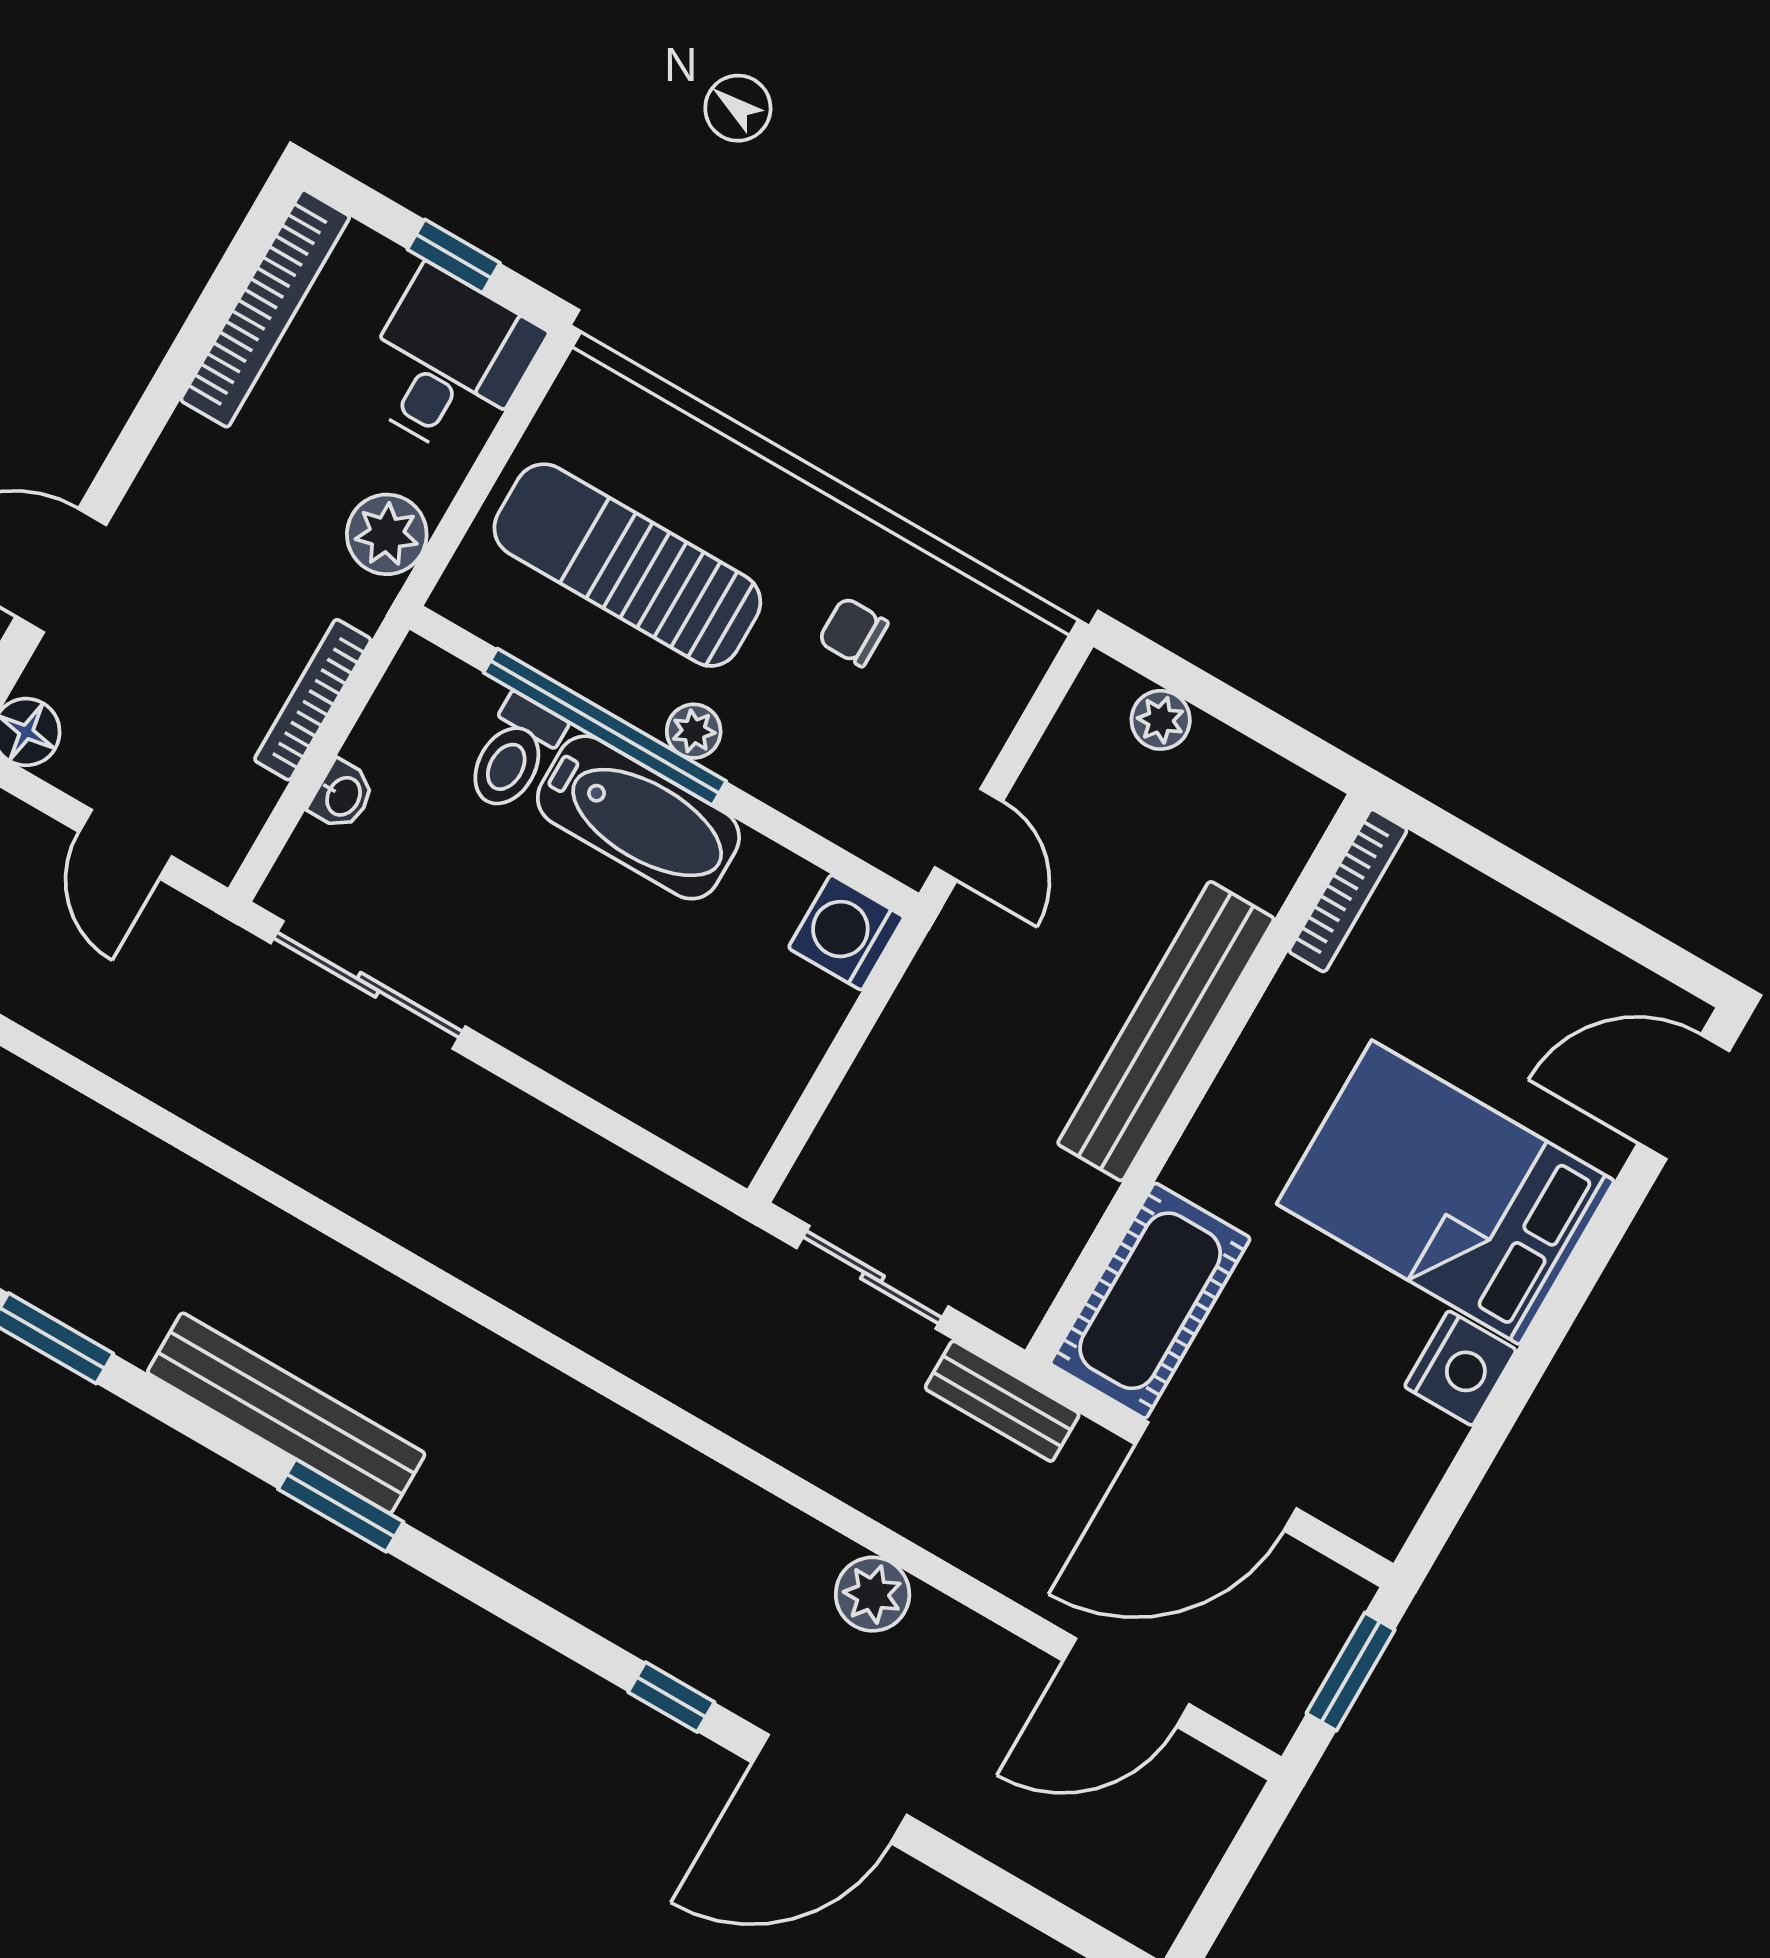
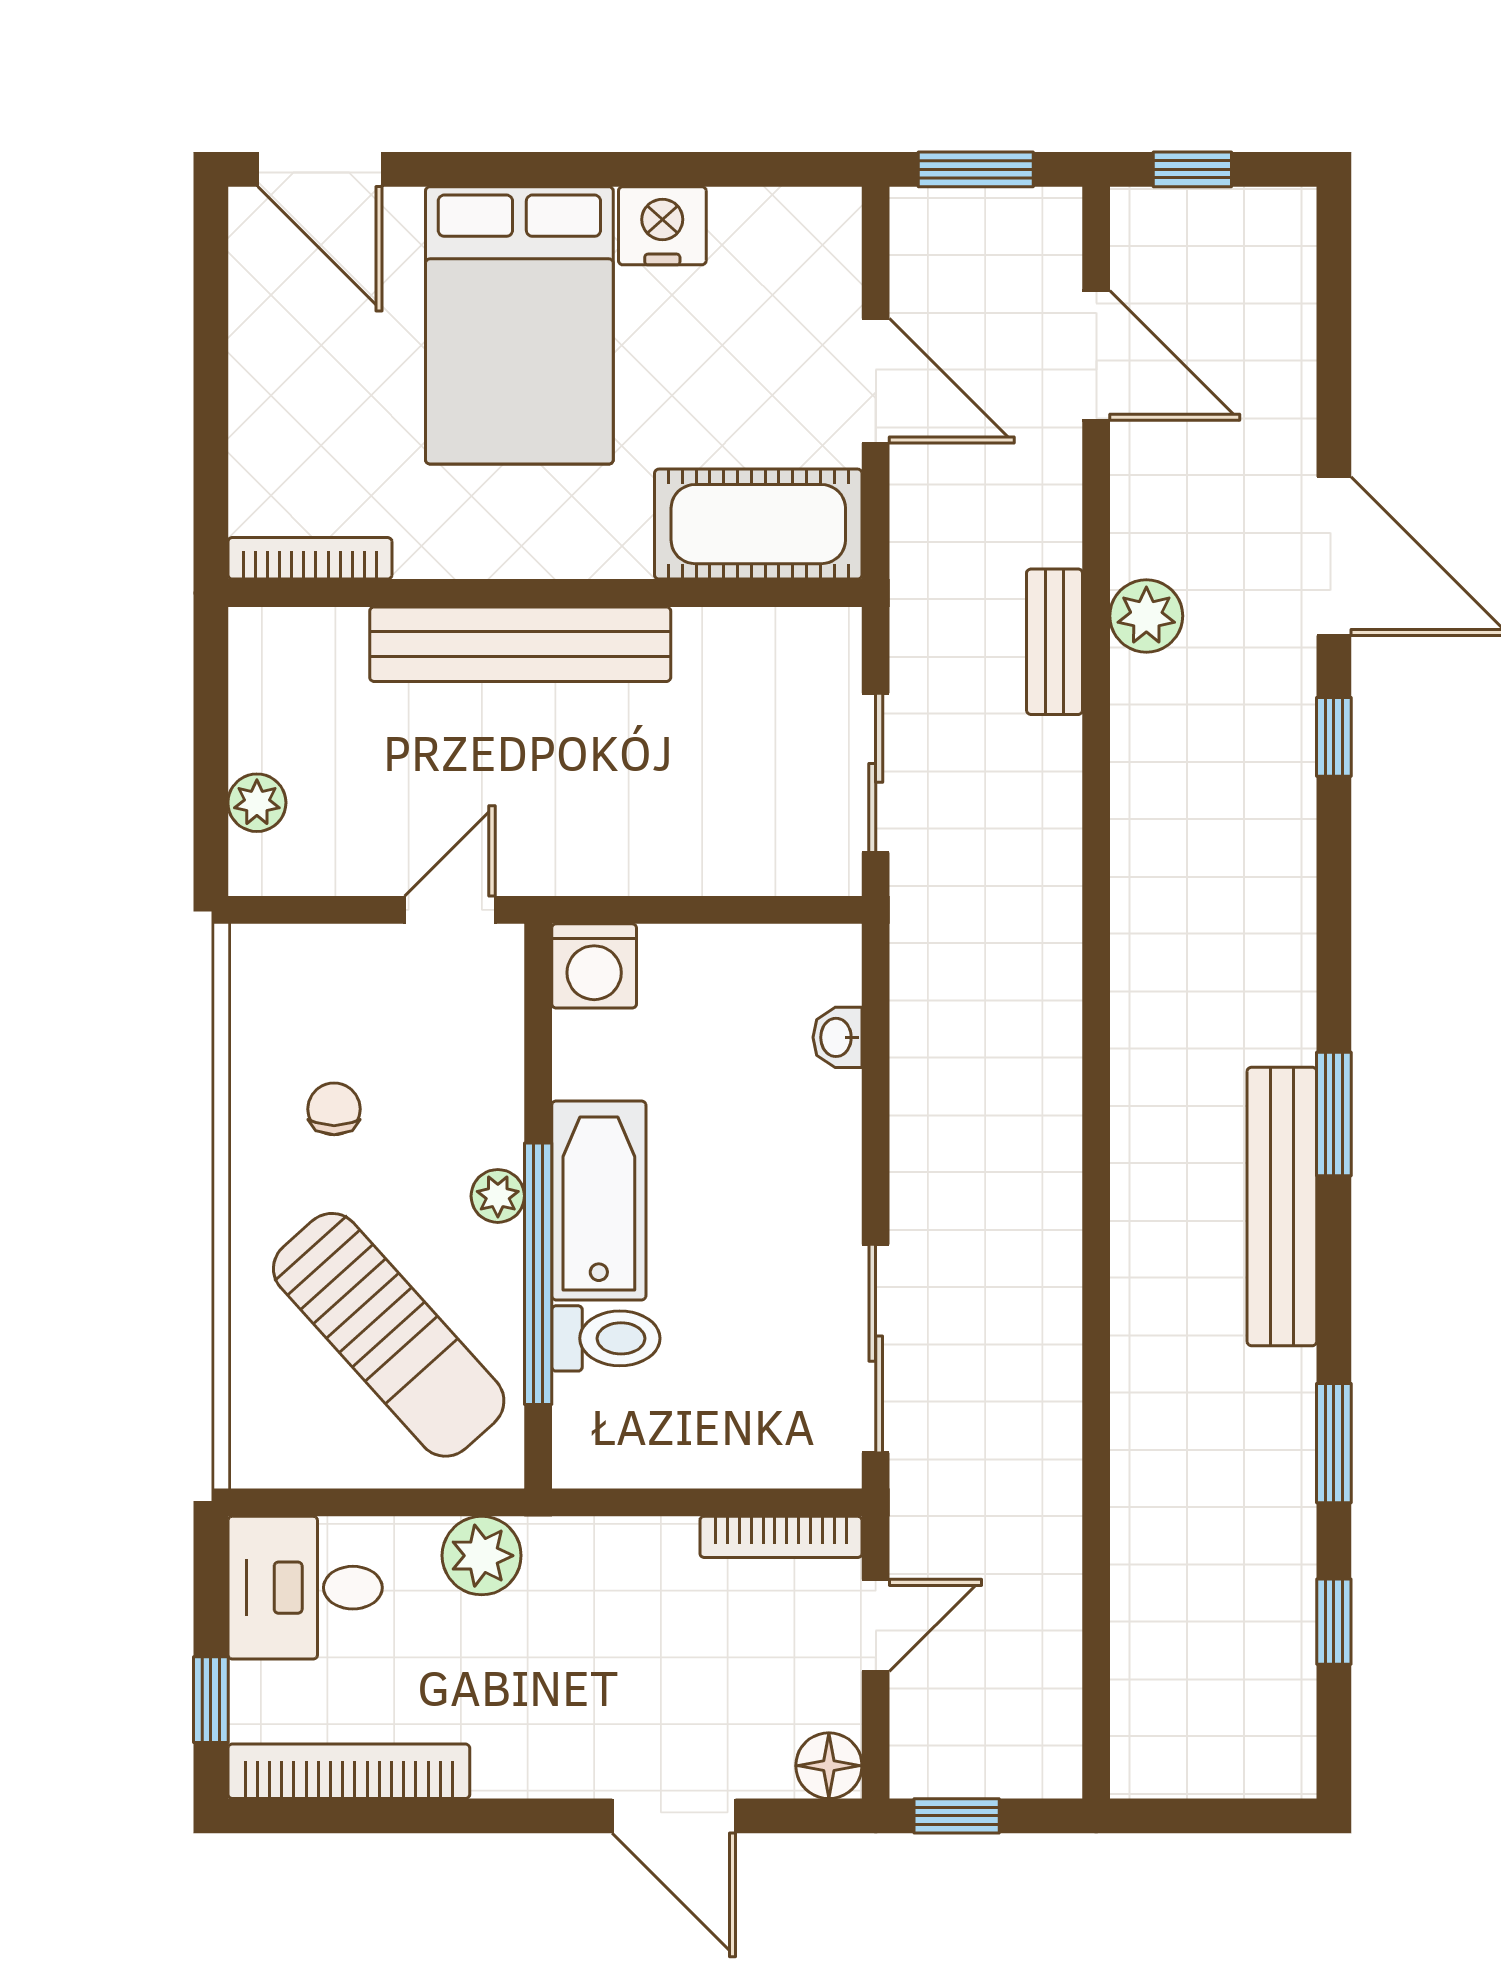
window: (454, 256) -> (211, 1700), moved
sun lounger: (627, 565) -> (389, 1335), turned -42
chair: (853, 632) -> (334, 1109), turned 180
bookcase: (313, 700) -> (781, 1537), moved
washbasin: (342, 796) -> (837, 1037), moved, turned -90
bench: (1002, 1401) -> (1055, 642), moved
door: (1216, 1476) -> (876, 381), width x0.73
window: (1240, 1861) -> (1192, 169), added

